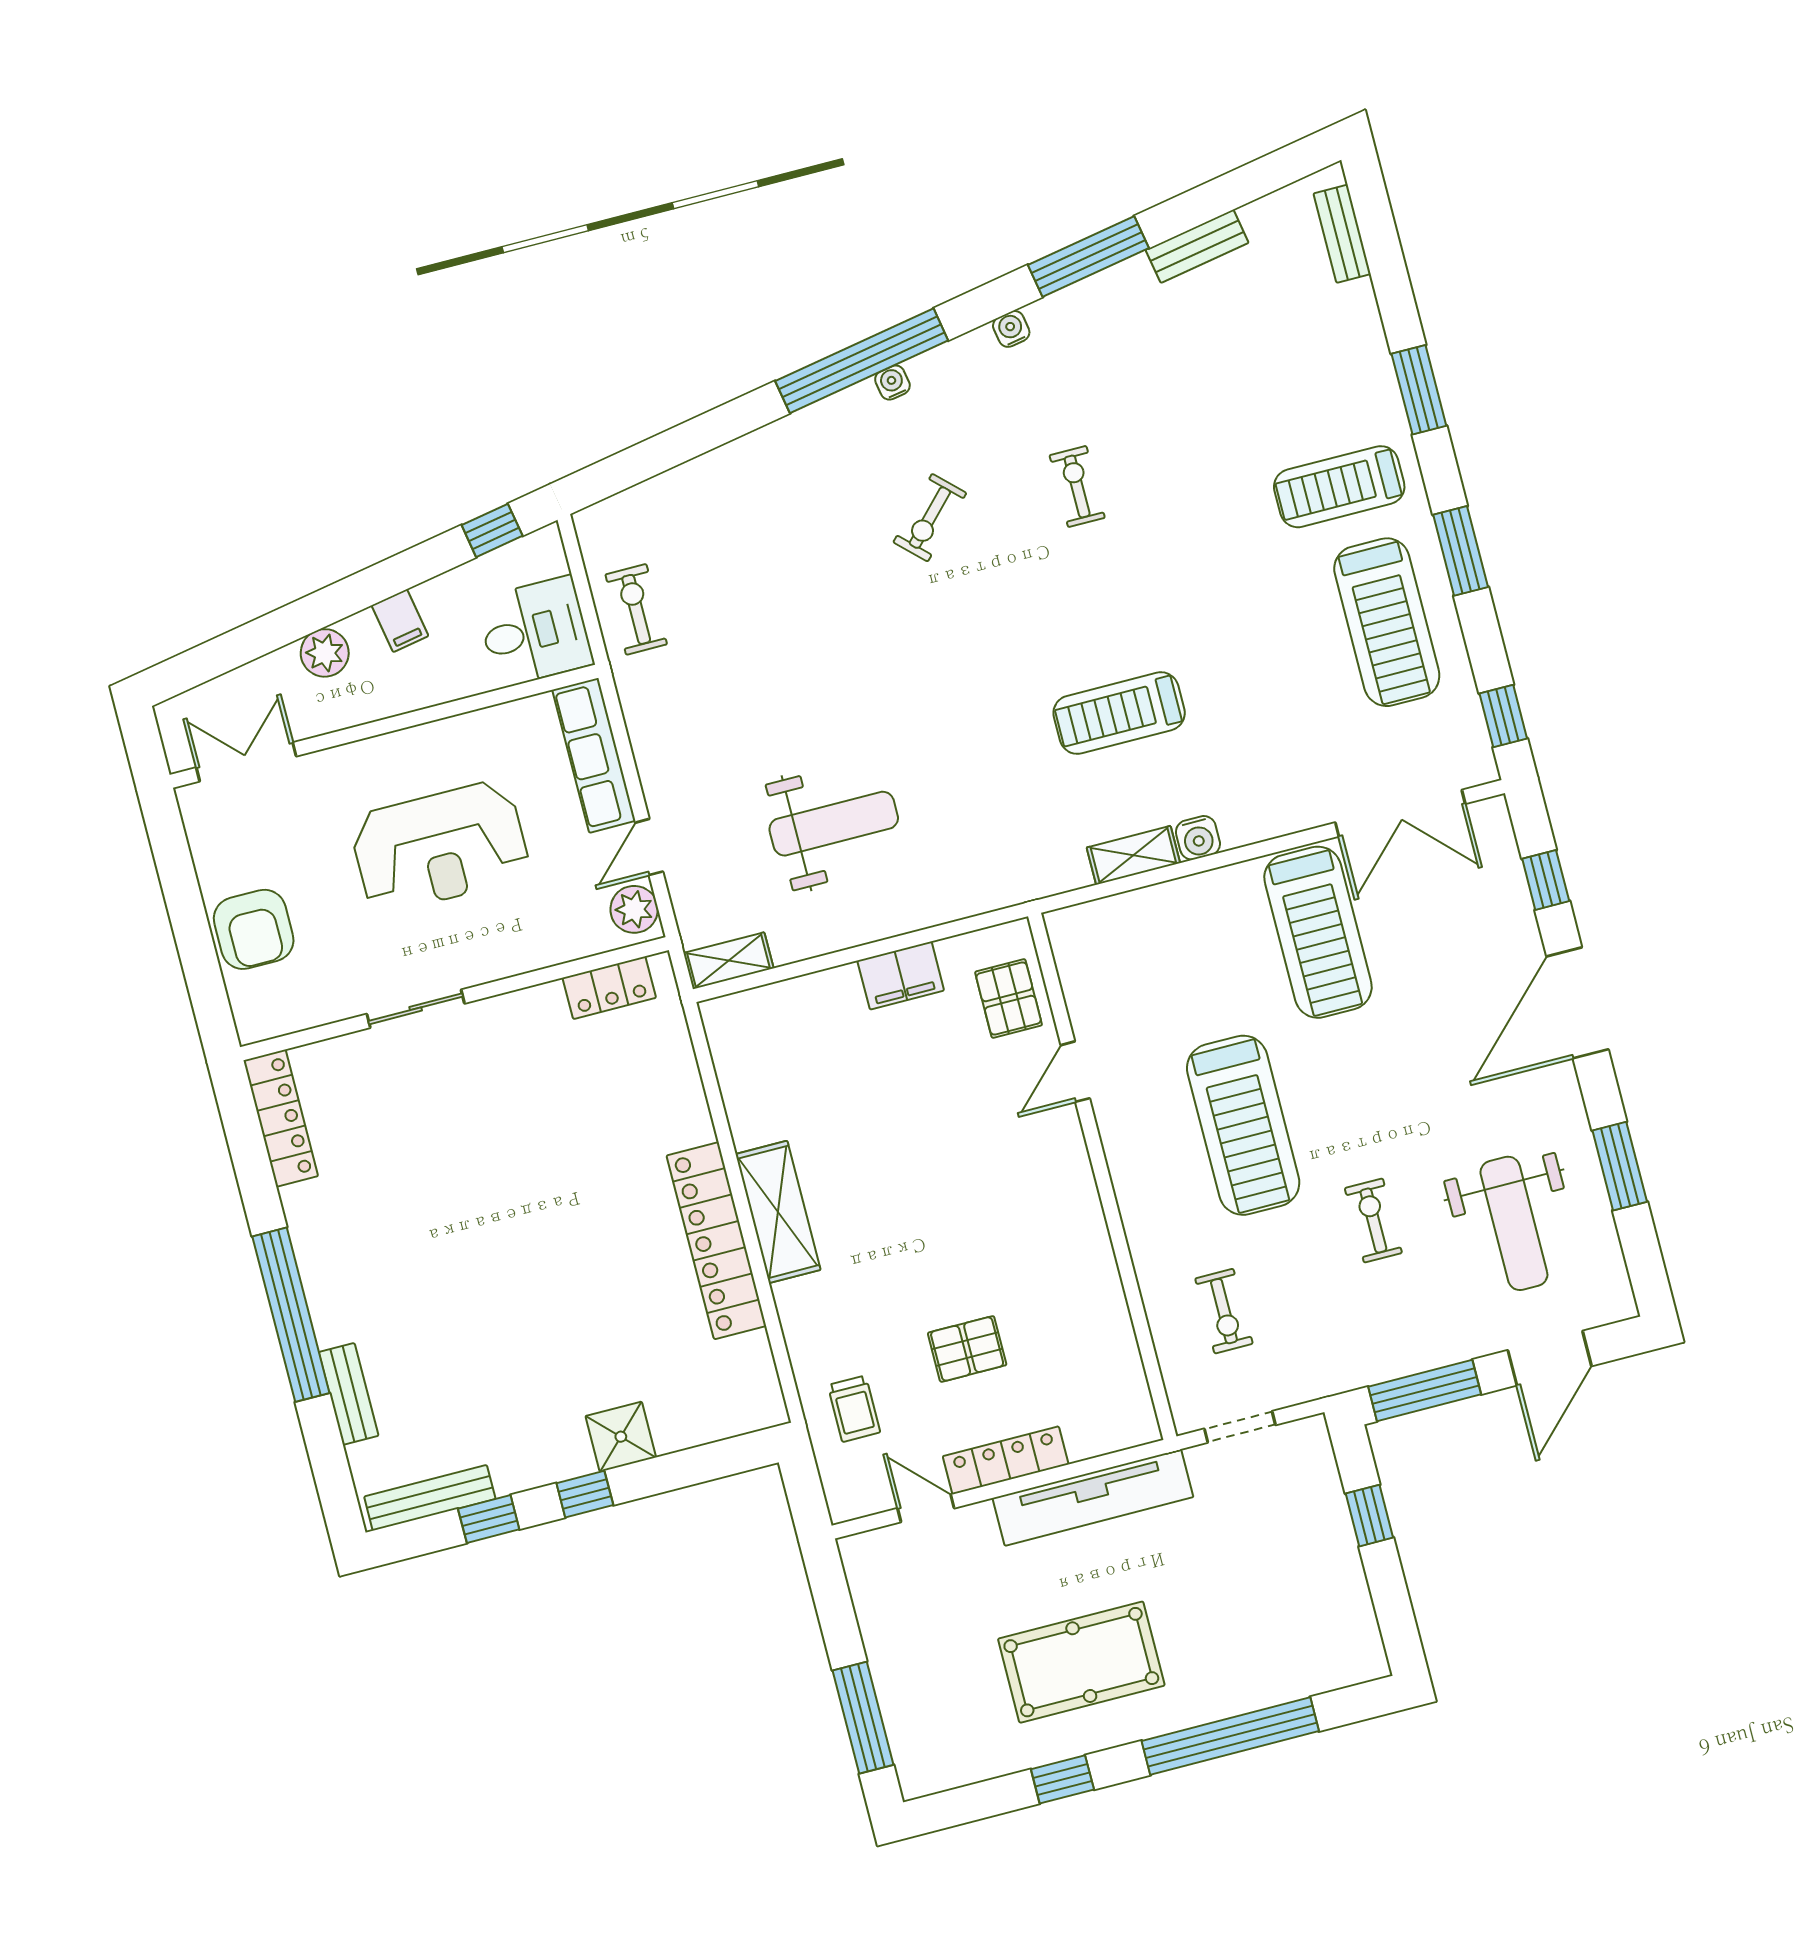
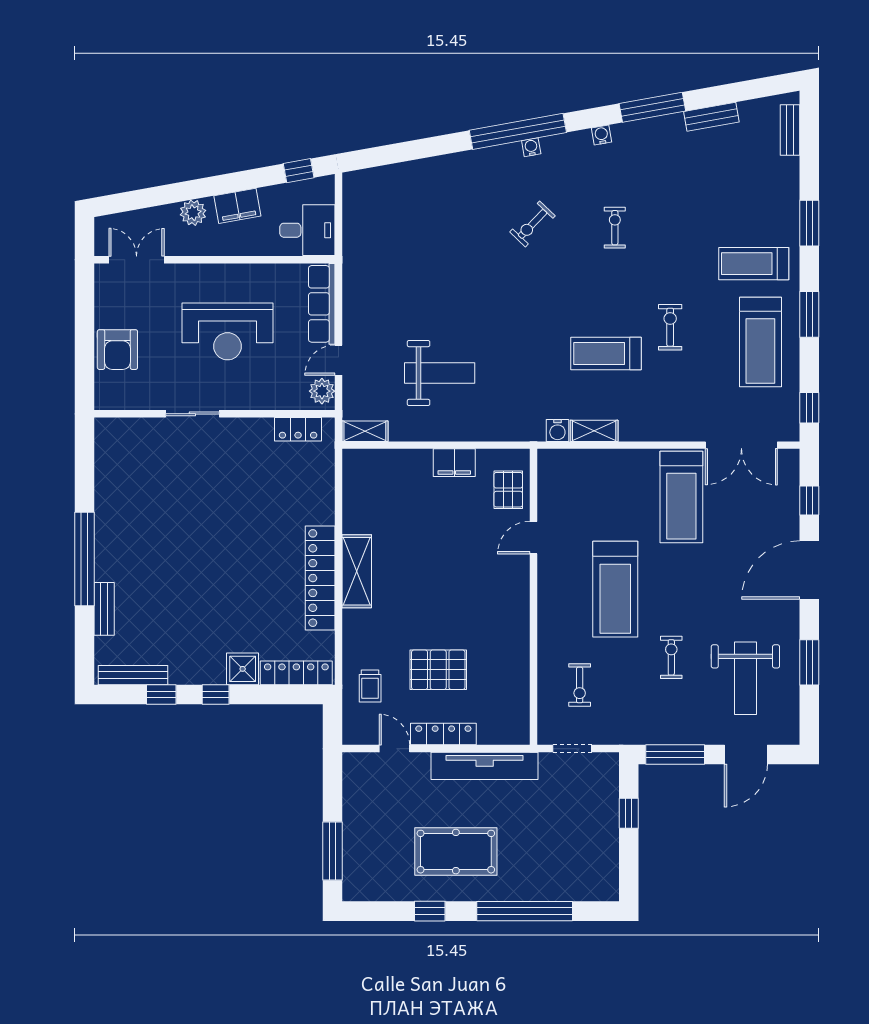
exercise bike: (636, 609) -> (670, 327), moved
filing cabinet: (400, 621) -> (237, 206), width x2.00
water cooler: (1198, 838) -> (557, 430), moved
locker: (281, 1118) -> (296, 673), moved, turned -90
pallet: (967, 1349) -> (438, 670), width x1.50, depth x1.42

